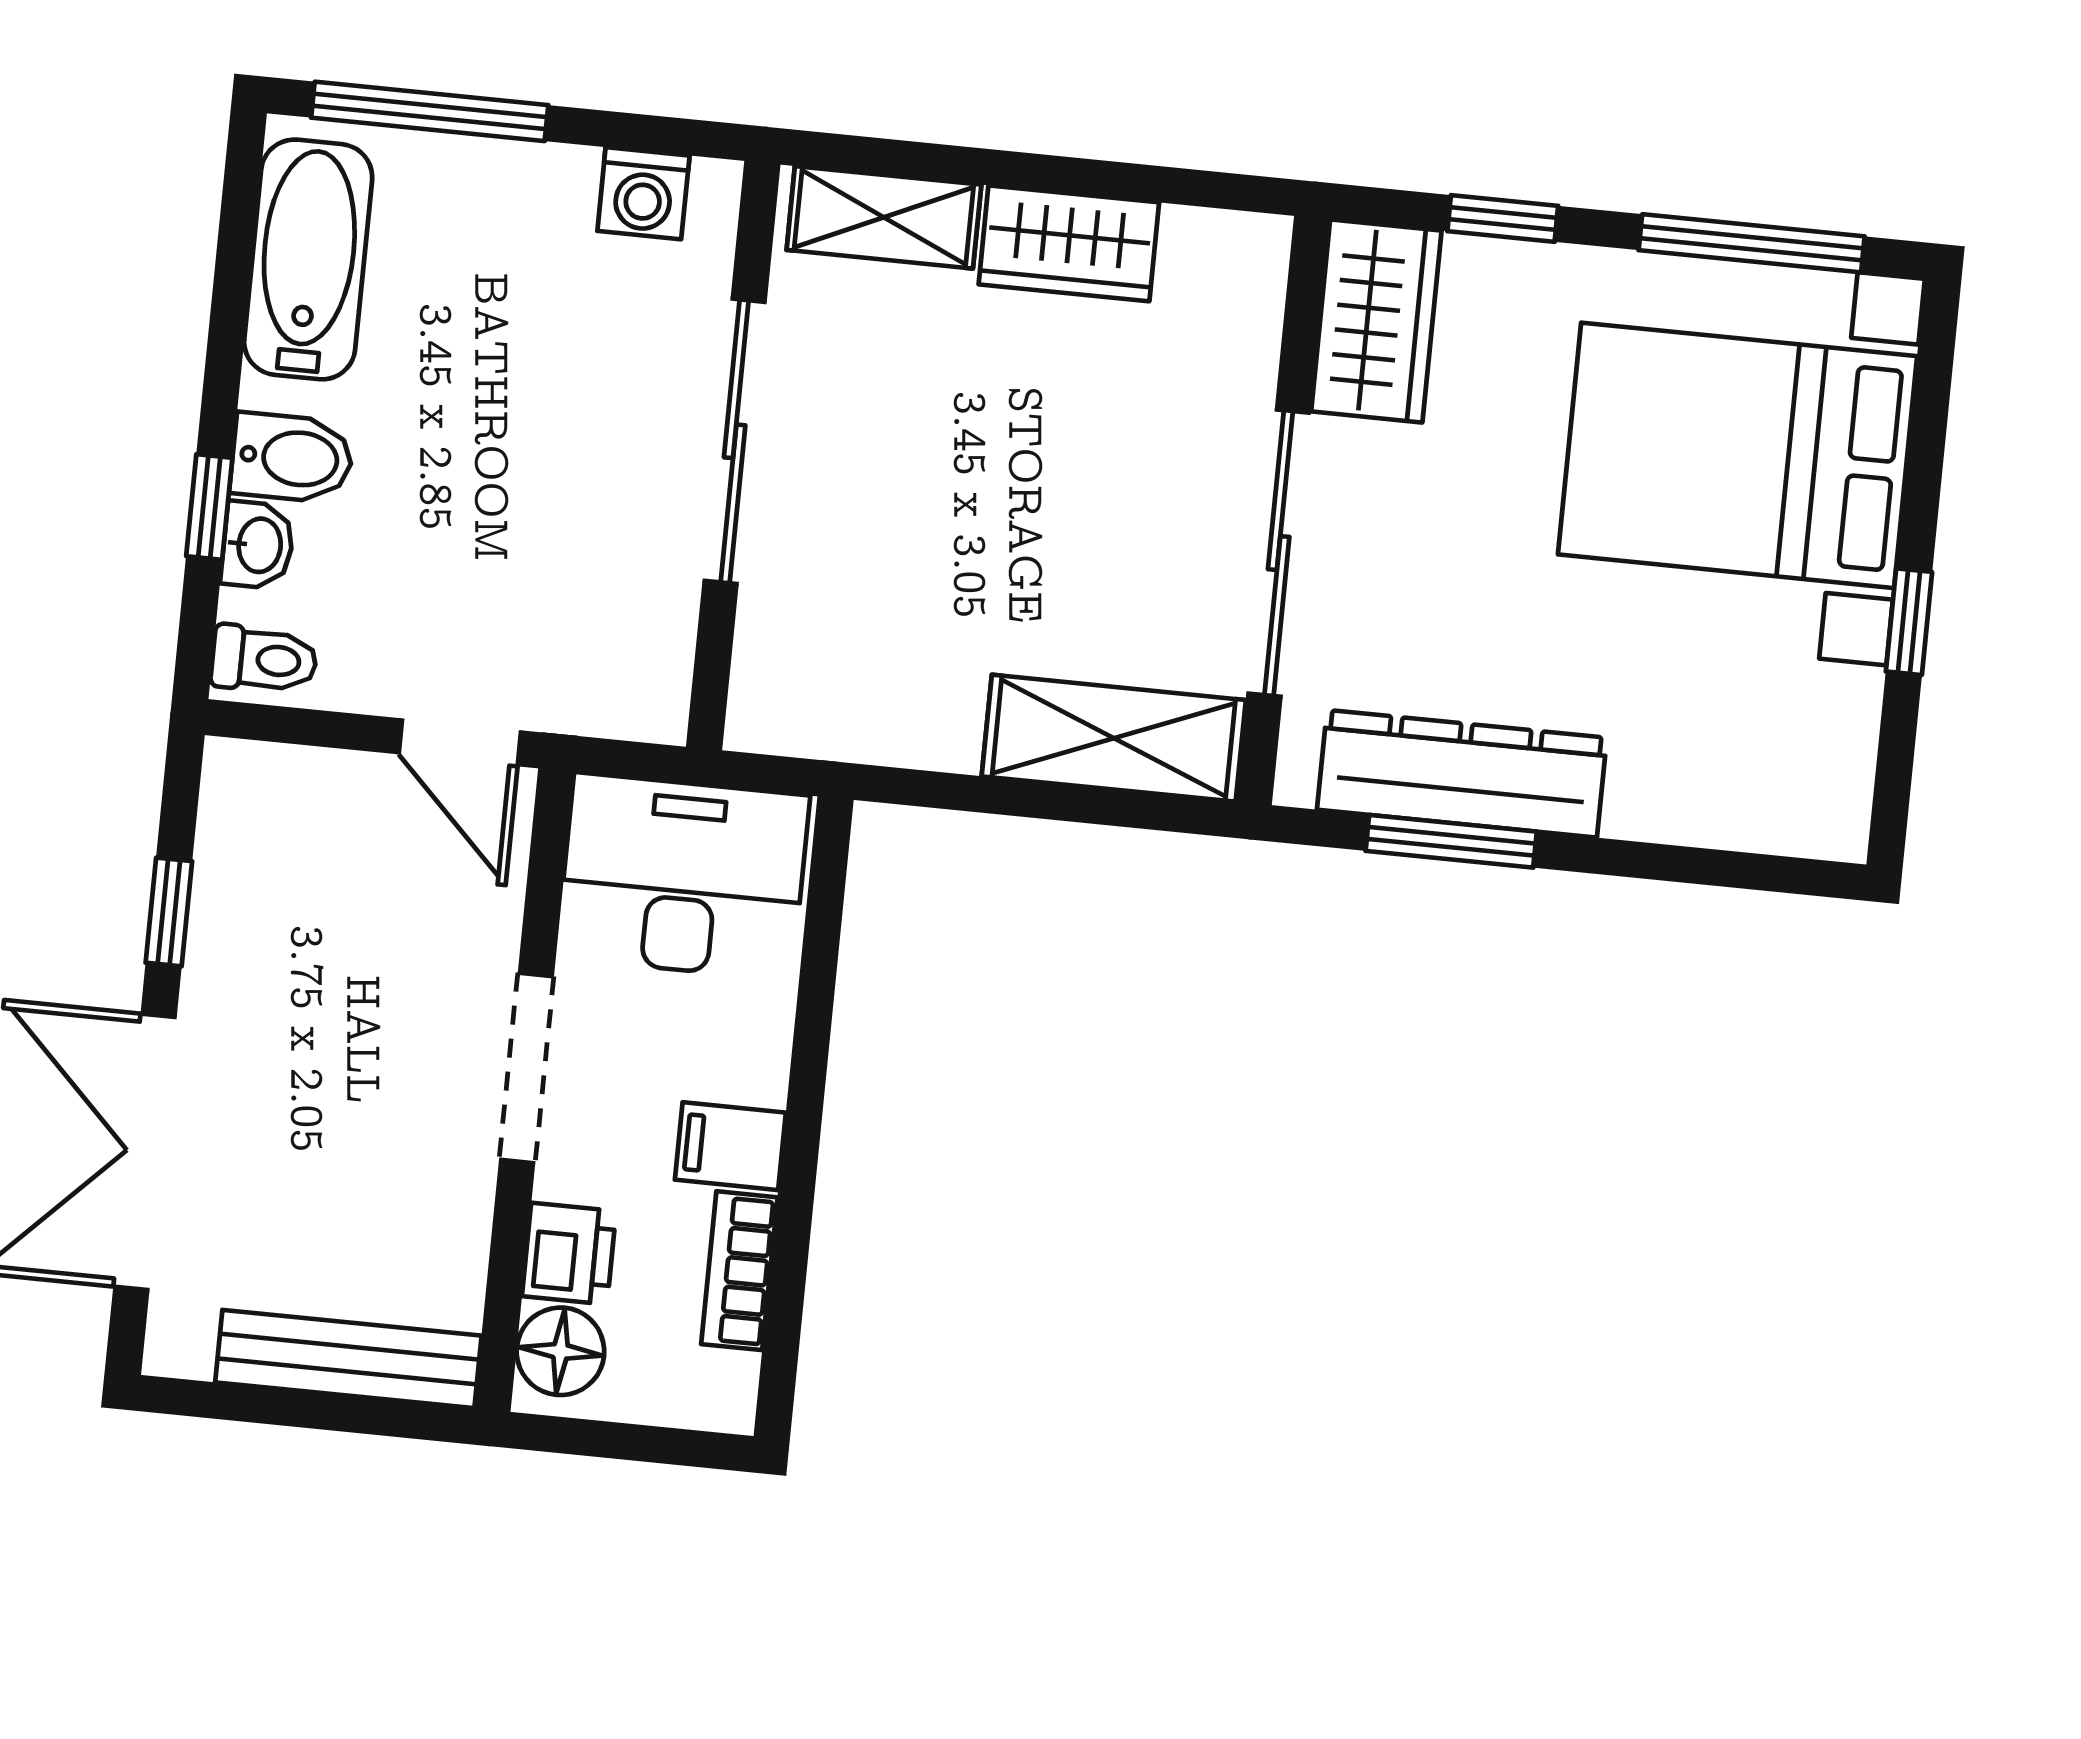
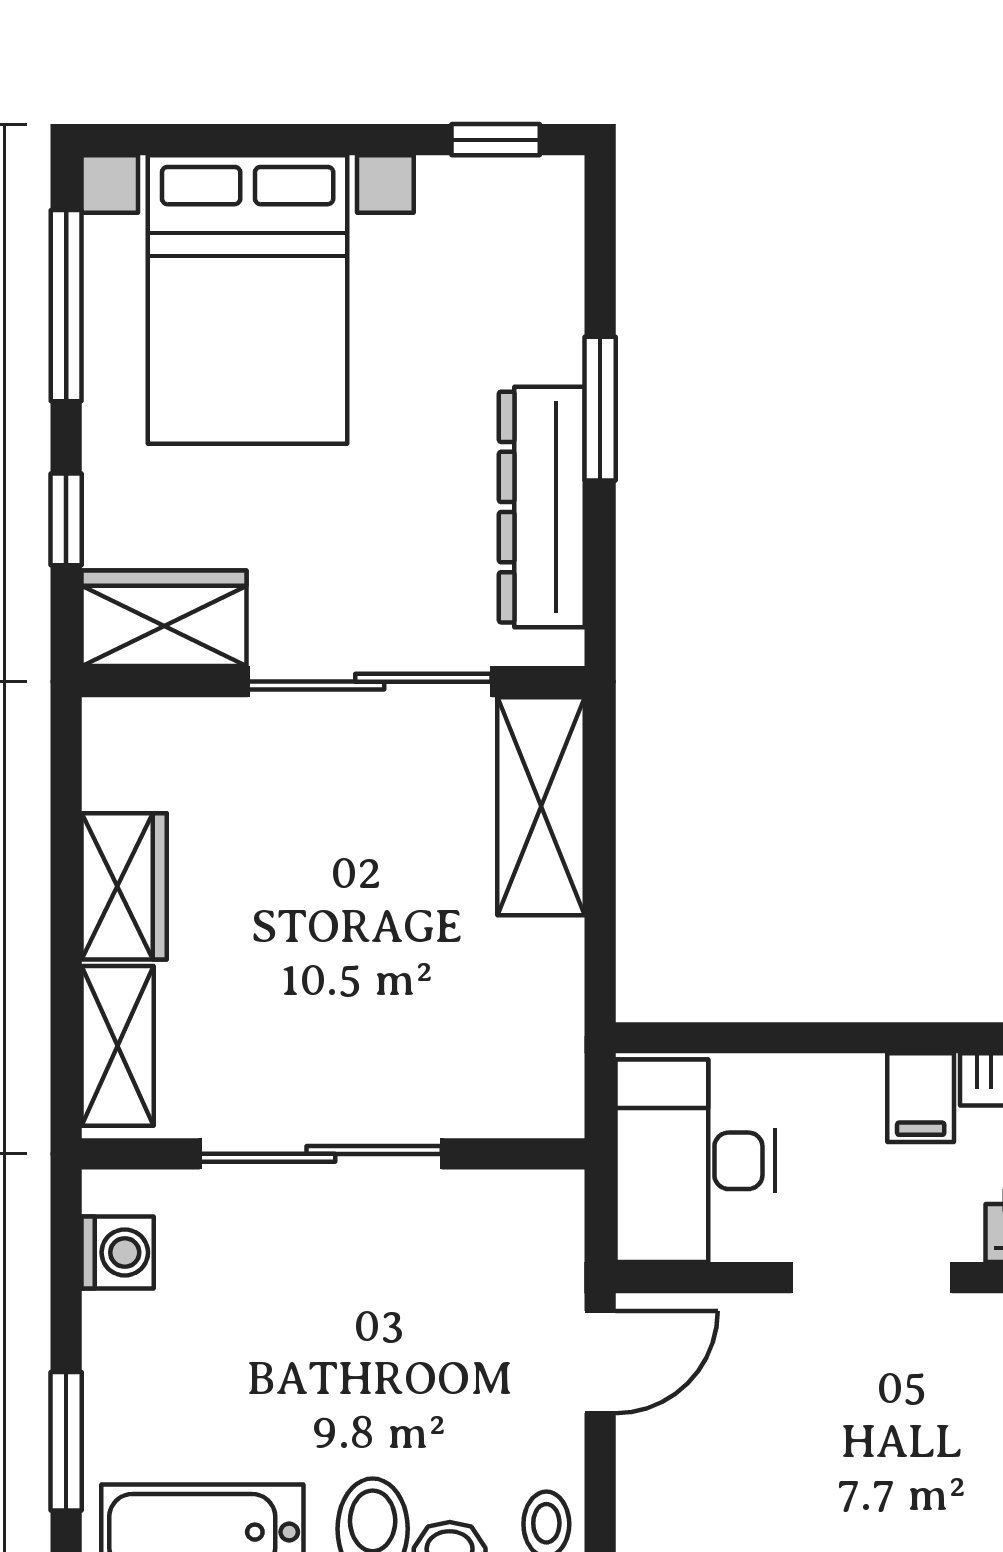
window: (430, 111) -> (66, 1441), width x0.69
window: (1909, 622) -> (496, 140), moved
window: (1451, 841) -> (600, 409), moved

